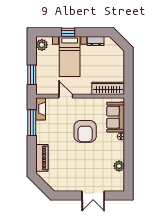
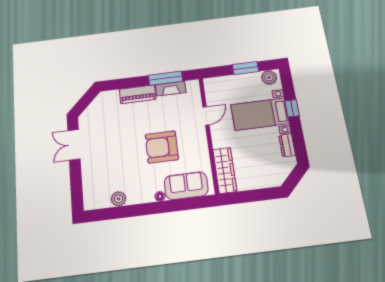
window: (32, 75) -> (245, 68), moved
fireplace: (41, 109) -> (171, 89), moved
piano: (42, 158) -> (138, 94), moved
double door: (93, 195) -> (74, 145), moved

